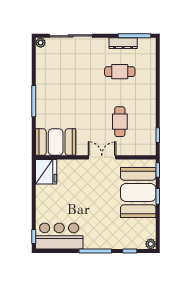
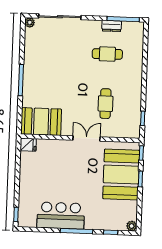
dresser: (123, 43) -> (112, 26), width x0.70
fridge: (46, 172) -> (28, 145), width x0.53, depth x0.75
bar counter: (59, 236) -> (61, 216), moved

